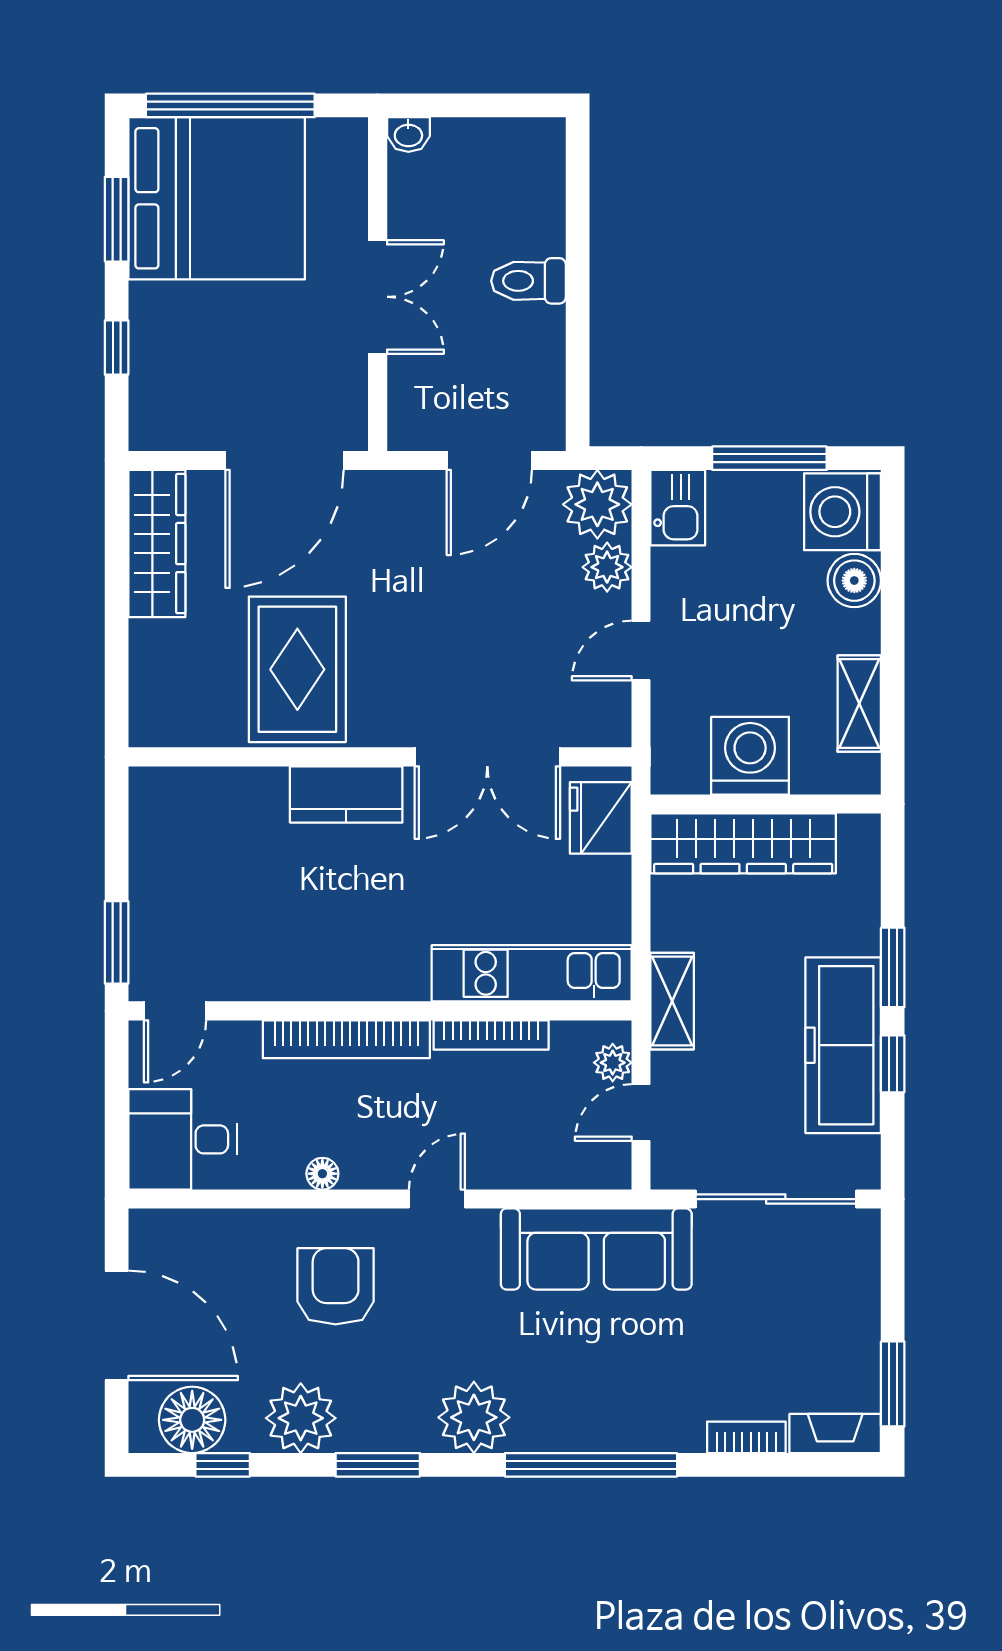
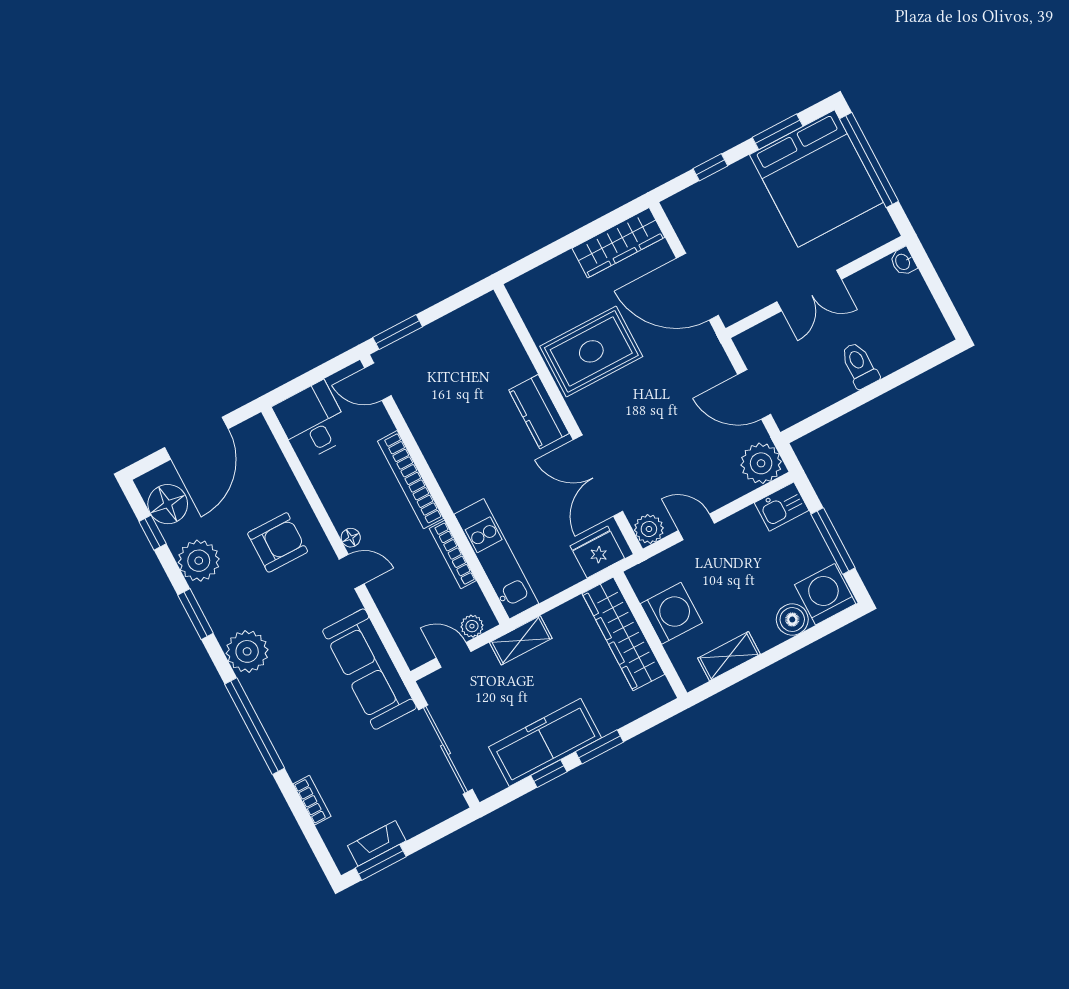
plant: (607, 567) -> (649, 529), moved
floor lamp: (322, 1174) -> (351, 538), moved
fireplace: (835, 1433) -> (377, 843), moved, turned -90

